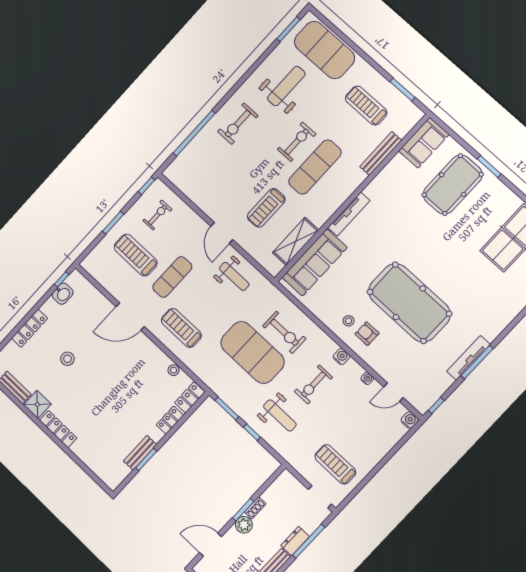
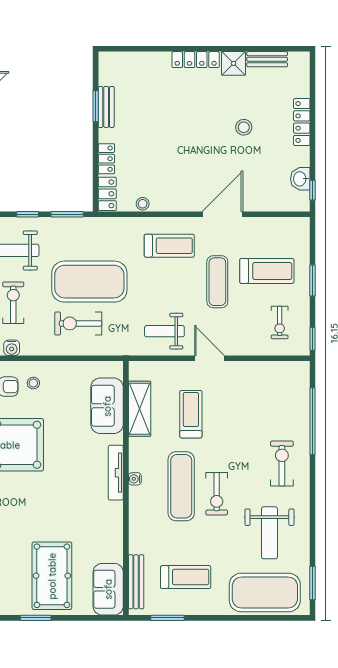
bench: (381, 153) -> (136, 582), moved
water cooler: (340, 199) -> (135, 479), added
sofa: (315, 262) -> (107, 406), width x0.73

